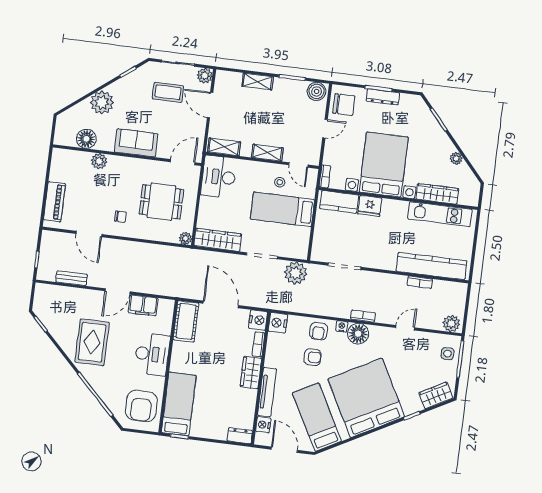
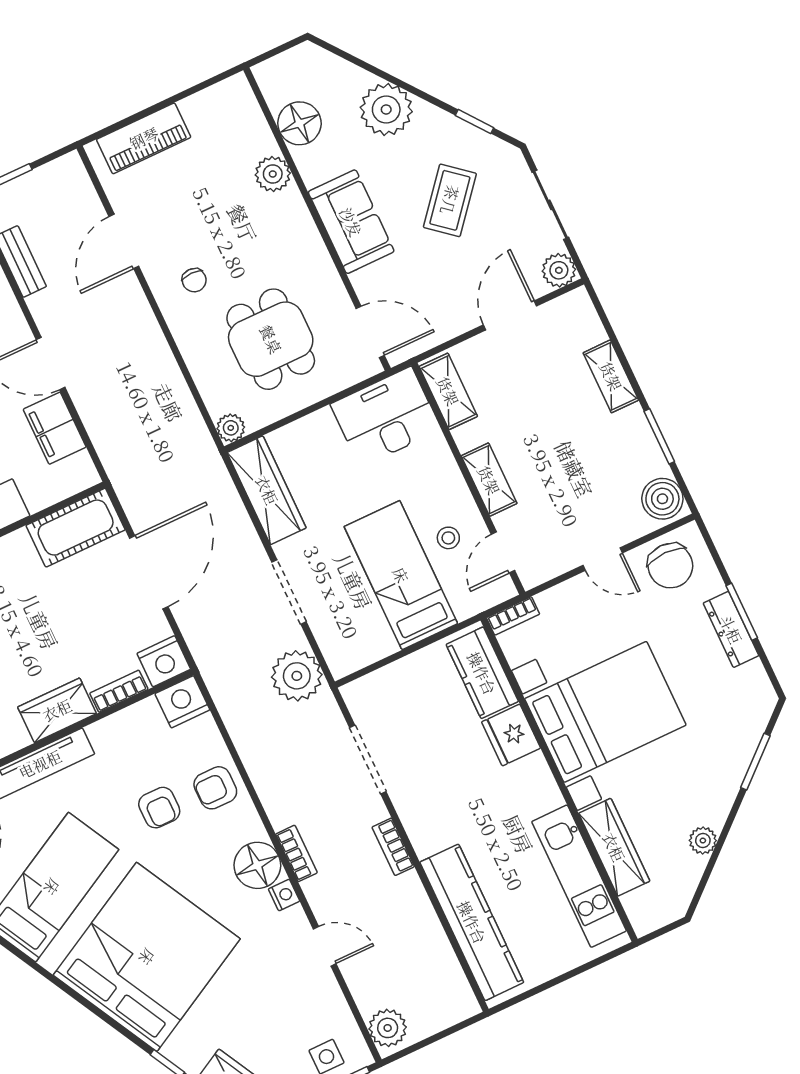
coffee table: (168, 92) -> (450, 200), moved, turned 40
bookcase: (420, 282) -> (393, 847), moved
nightstand: (342, 326) -> (284, 895), moved

